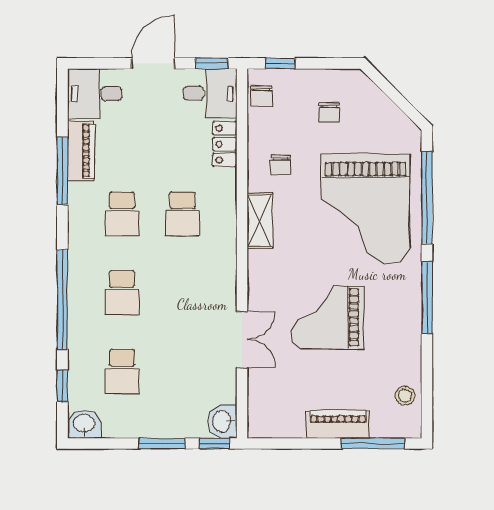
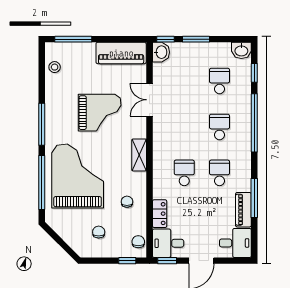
shelving: (260, 221) -> (139, 155), moved
piano: (338, 424) -> (121, 53), moved, width x1.37, depth x1.33

